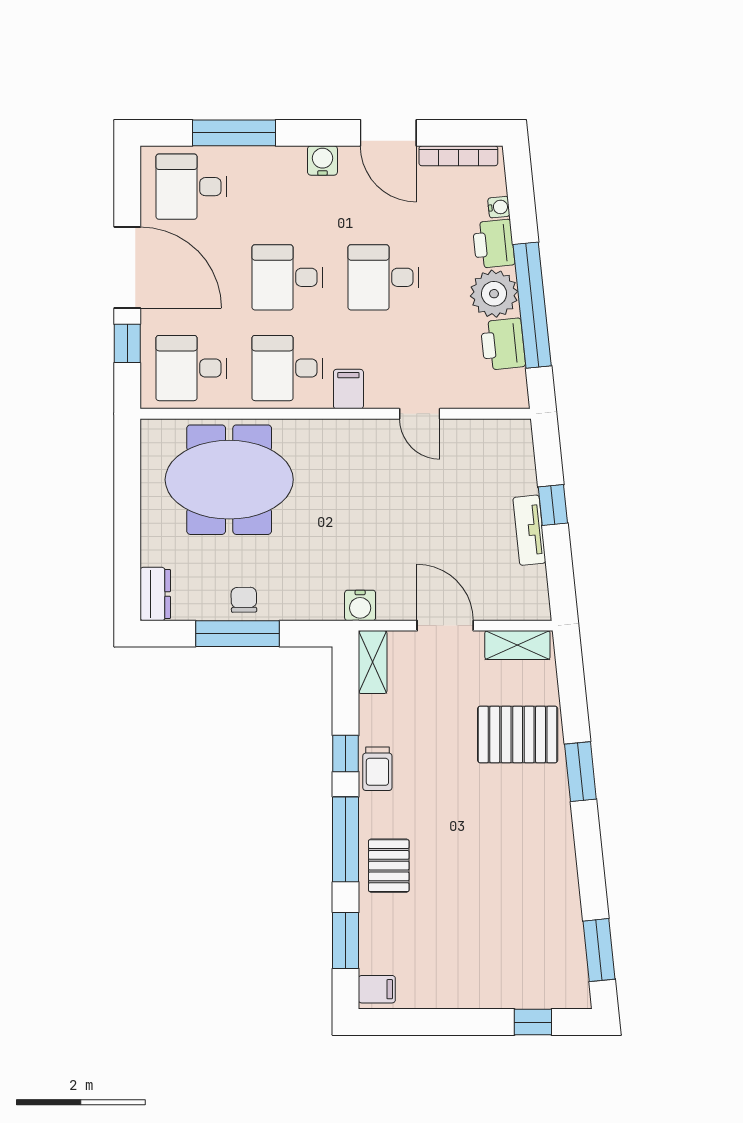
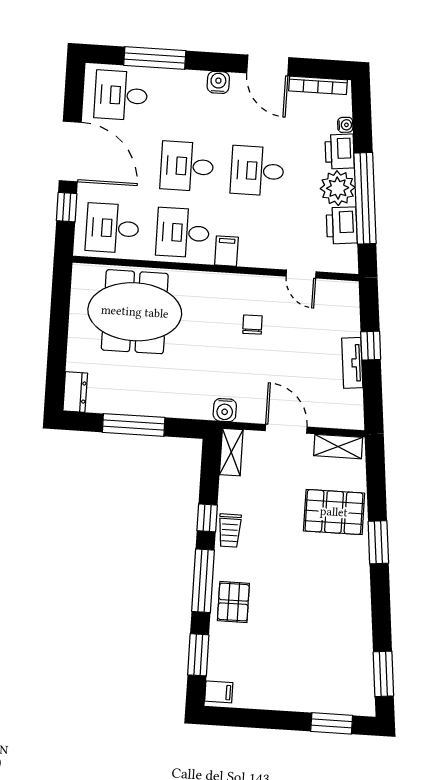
door: (420, 414) -> (301, 274), moved
chair: (244, 600) -> (252, 325), moved
window: (533, 1022) -> (332, 723), width x1.50

